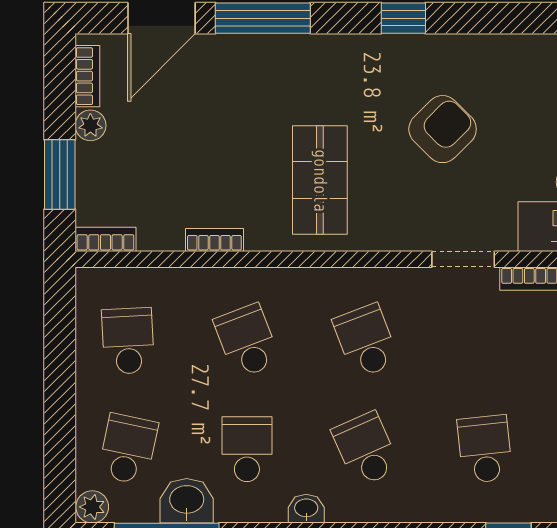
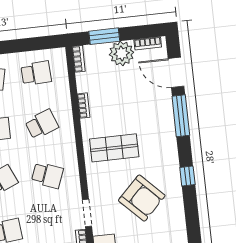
plant: (90, 125) -> (122, 53), width x1.88, depth x1.88
armchair: (443, 129) -> (142, 198), width x1.36, depth x1.36
school desk: (366, 341) -> (47, 175), turned 42

